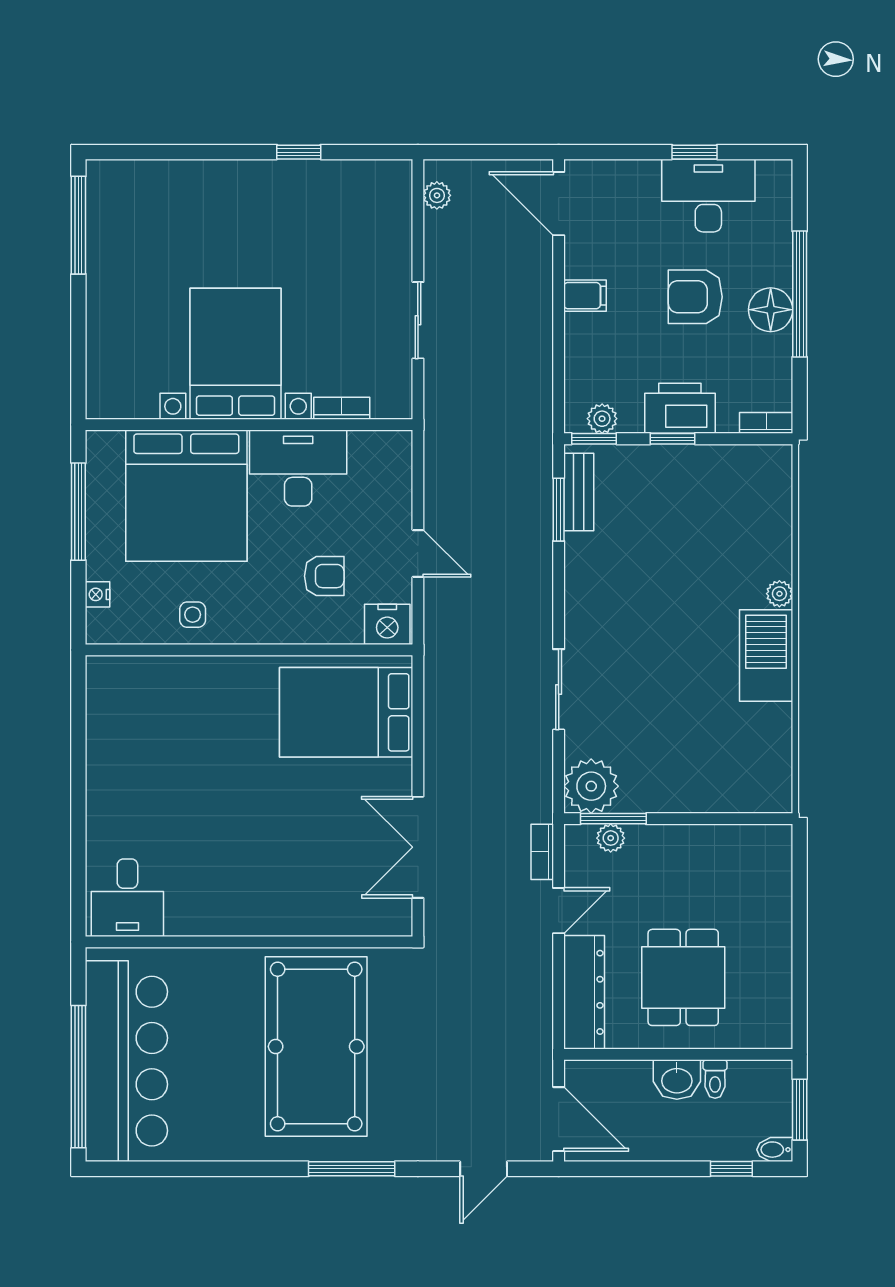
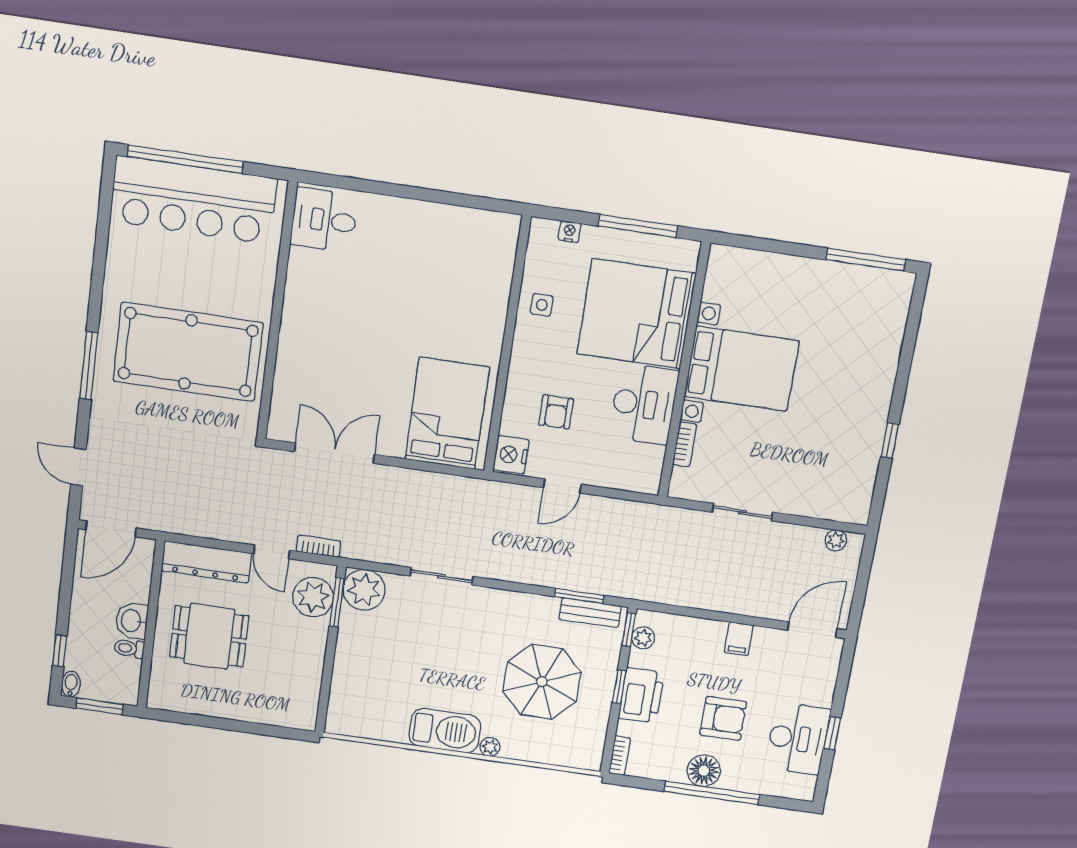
armchair: (695, 297) -> (723, 718), turned 90
parasol: (681, 540) -> (542, 682), added
plant: (611, 838) -> (313, 597), width x1.88, depth x1.88

